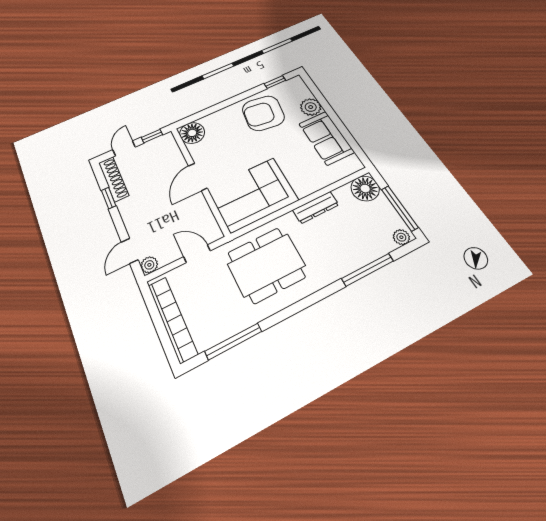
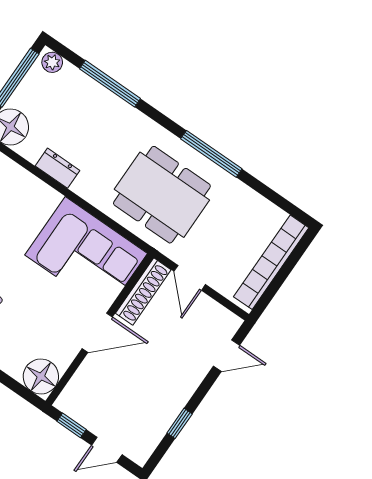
shoe rack: (114, 179) -> (143, 291), moved, turned 180
dresser: (316, 207) -> (58, 168), width x0.70
plant: (149, 265) -> (230, 323), removed
window: (233, 341) -> (211, 154), moved

